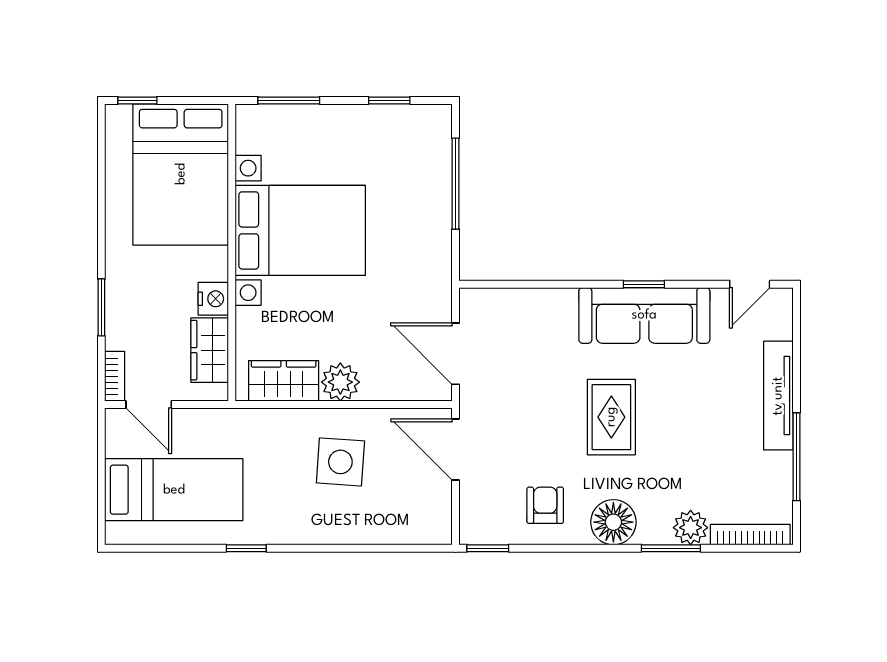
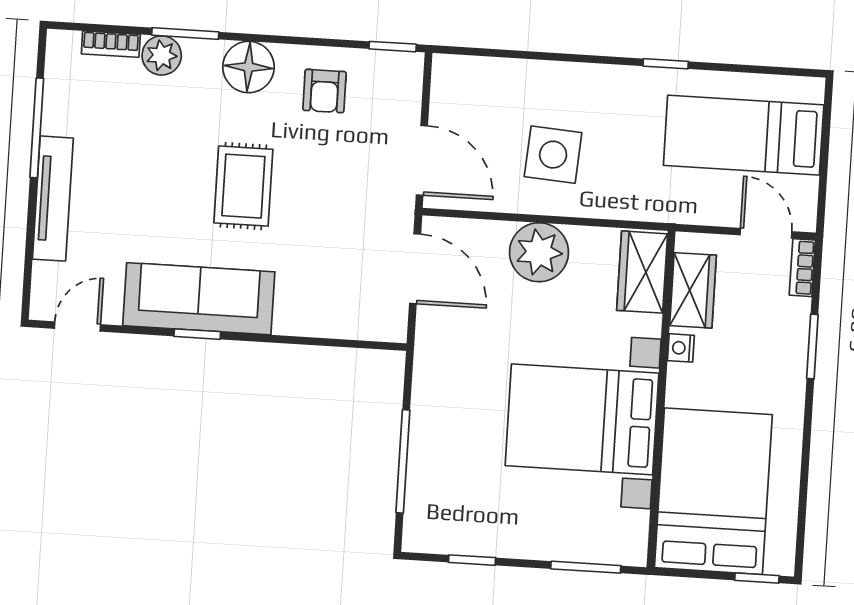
nightstand: (213, 299) -> (681, 348), width x0.72, depth x0.74
wardrobe: (284, 381) -> (642, 272), moved, turned 90
plant: (340, 382) -> (539, 252), width x1.36, depth x1.36
bookcase: (750, 535) -> (111, 44), width x0.64

